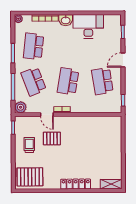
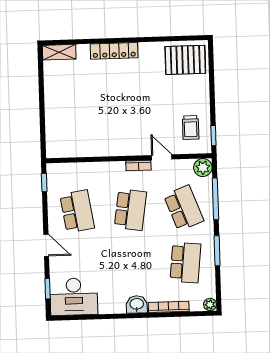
desk: (88, 26) -> (74, 297), moved
door: (123, 60) -> (46, 245), hinge flipped
pallet: (52, 138) -> (153, 120), removed
trolley: (29, 145) -> (191, 128), moved

